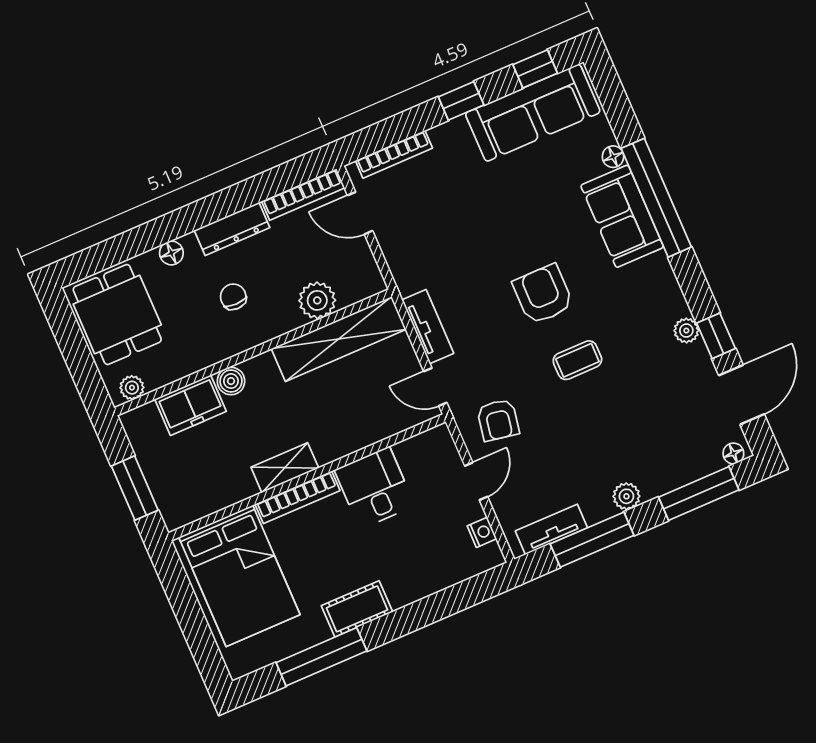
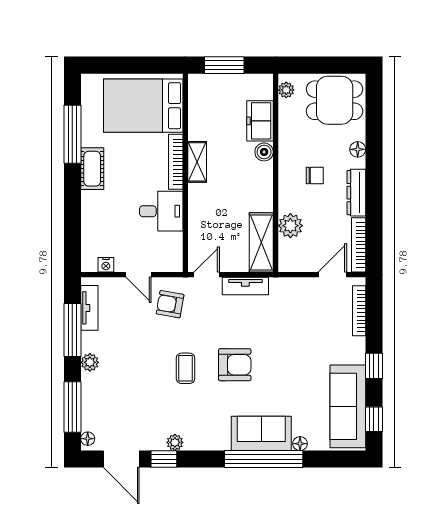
shelving: (339, 339) -> (261, 242), width x0.68

